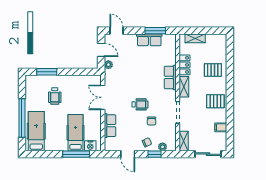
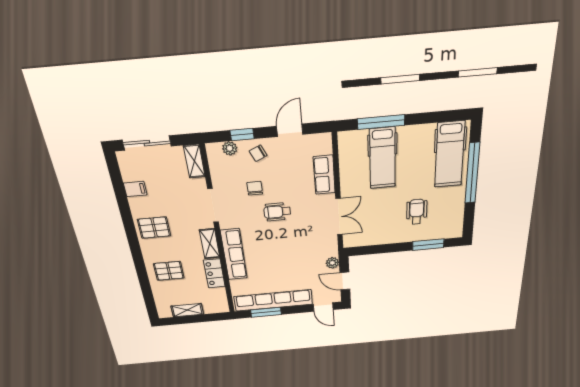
shelving: (195, 38) -> (187, 310), moved
row of seats: (149, 40) -> (273, 300), width x2.02
row of seats: (170, 77) -> (234, 255), width x1.48
nightstand: (90, 146) -> (357, 139), removed
door: (128, 154) -> (290, 130), hinge flipped

